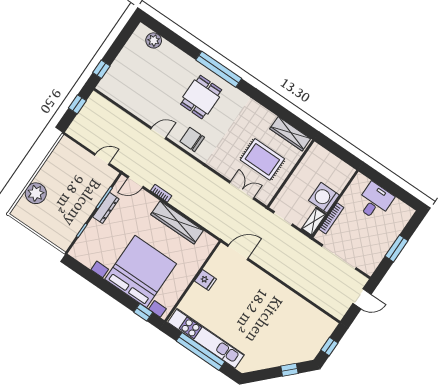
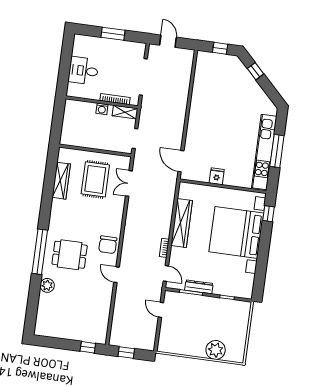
plant: (154, 40) -> (47, 285), moved
wardrobe: (290, 134) -> (61, 181), moved
washing machine: (324, 198) -> (102, 109), width x0.53, depth x0.53
window: (201, 351) -> (277, 151), width x0.68

